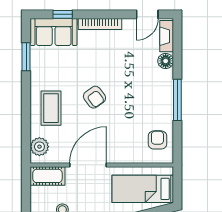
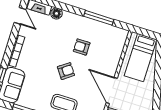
window: (177, 100) -> (99, 18), moved
armchair: (157, 140) -> (82, 47), moved

